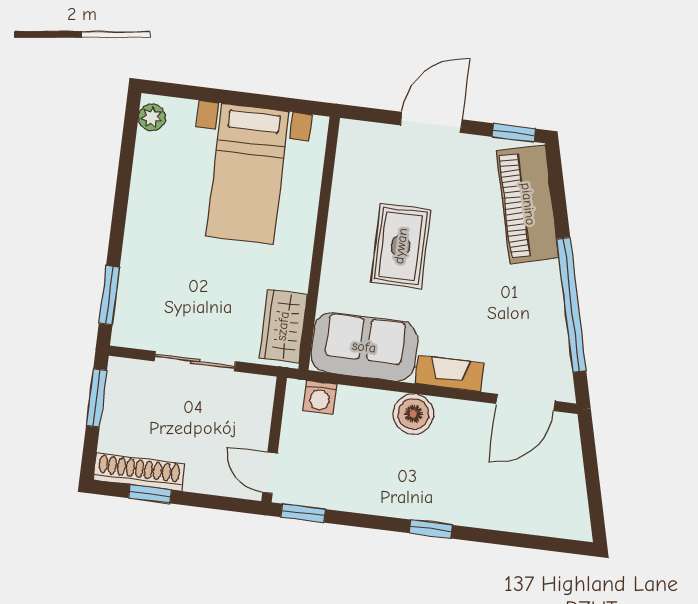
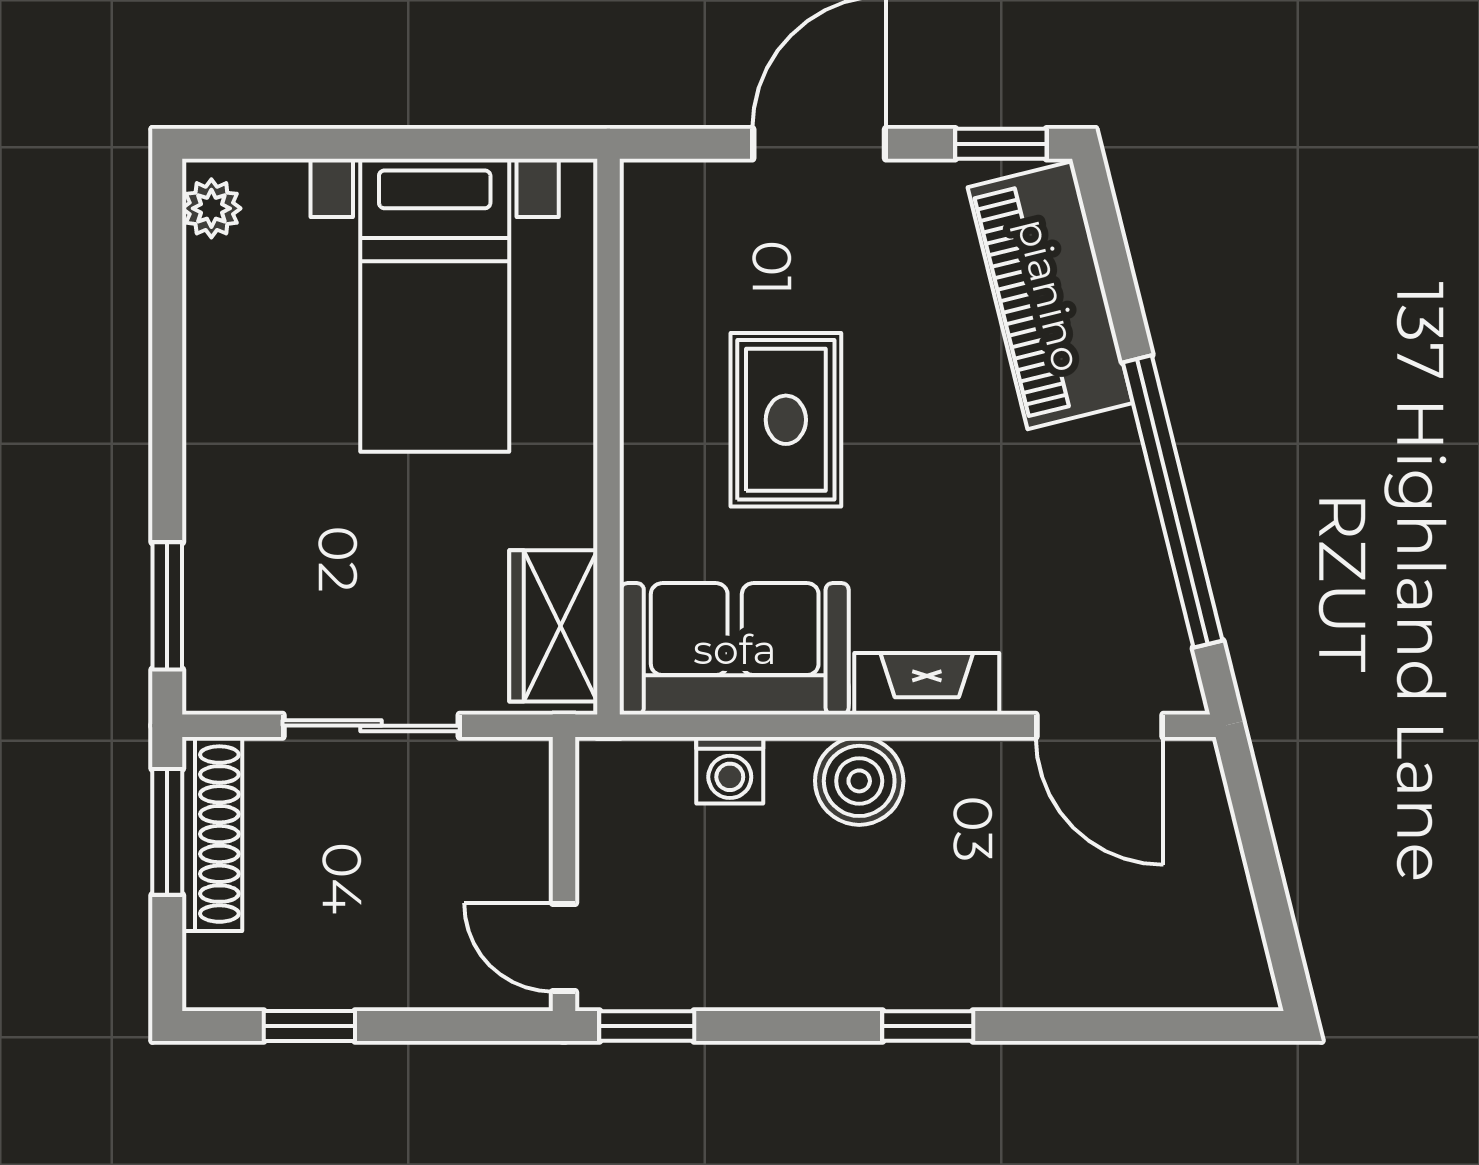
washing machine: (320, 397) -> (730, 770), moved
door: (526, 402) -> (1099, 726), hinge flipped
shoe rack: (139, 472) -> (212, 834), moved, turned 90

